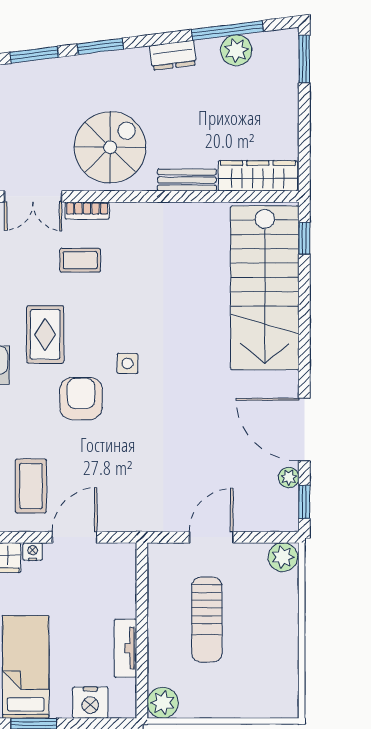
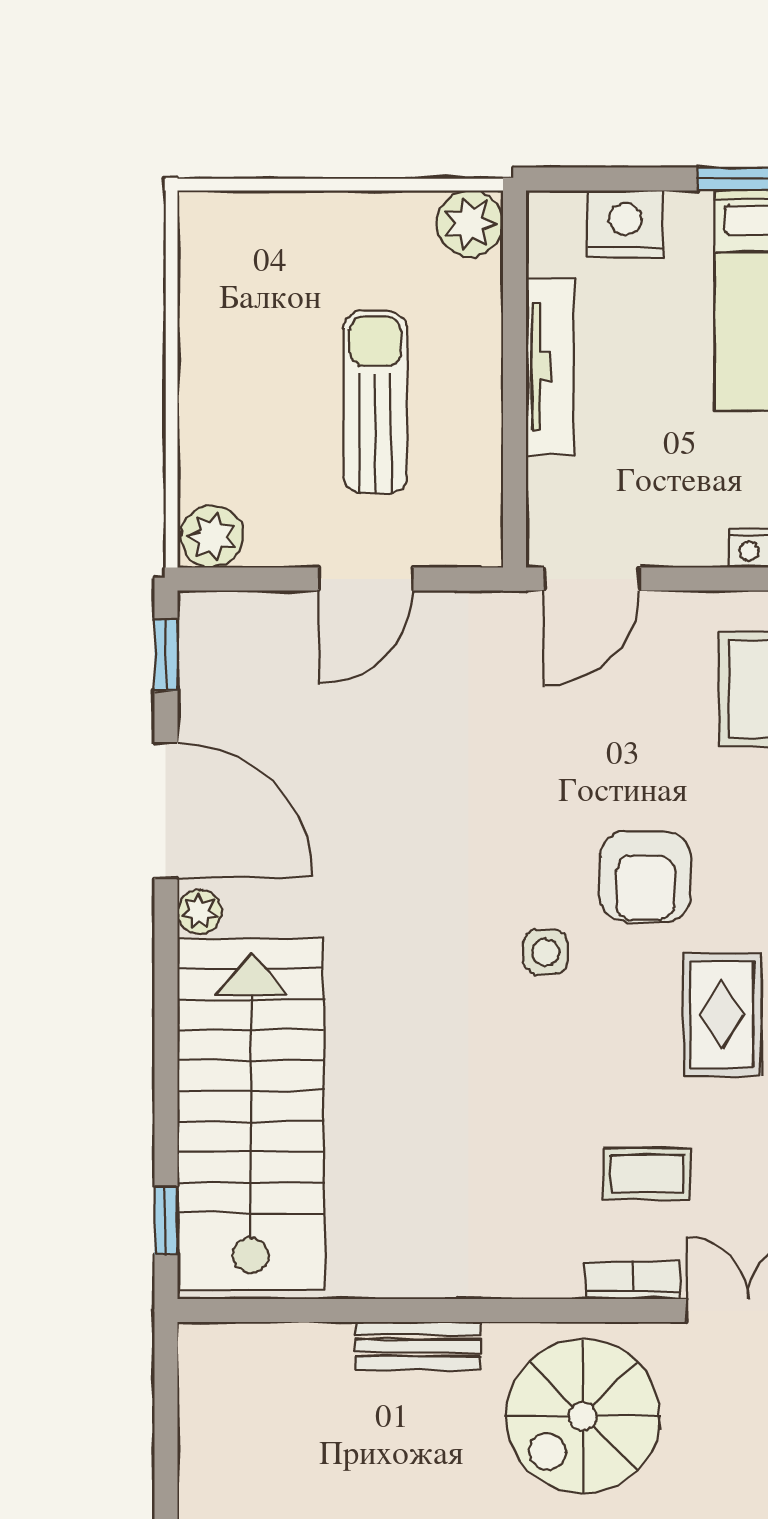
wardrobe: (258, 176) -> (266, 1355), removed
plant: (289, 478) -> (199, 912), moved
door: (75, 537) -> (592, 579), moved
tv unit: (125, 648) -> (550, 367), width x1.41

